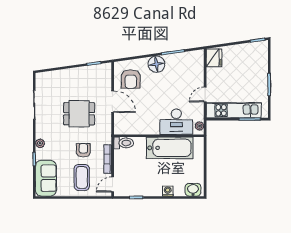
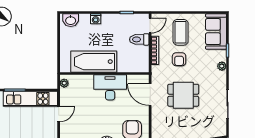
door: (113, 102) -> (150, 95), moved
desk: (176, 122) -> (110, 87), moved
toilet: (124, 143) -> (139, 39), moved

